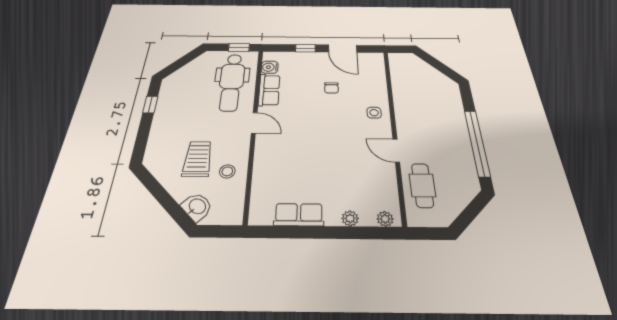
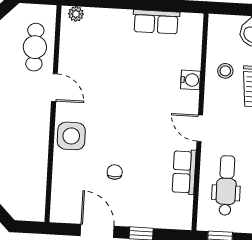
water cooler: (270, 67) -> (191, 80), moved
dental chair: (232, 82) -> (226, 185), width x0.73, depth x0.72
side table: (374, 113) -> (71, 136), width x1.87, depth x1.87
plant: (350, 218) -> (108, 16), removed

